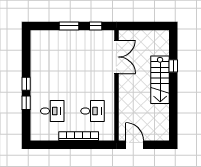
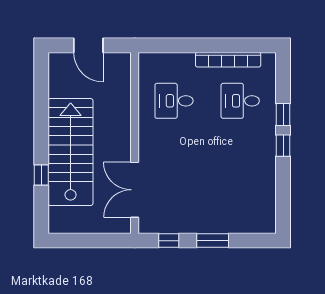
stairs: (160, 80) -> (71, 152), width x1.36, depth x1.51
bookcase: (79, 136) -> (228, 60), moved
door: (135, 145) -> (88, 45), moved

